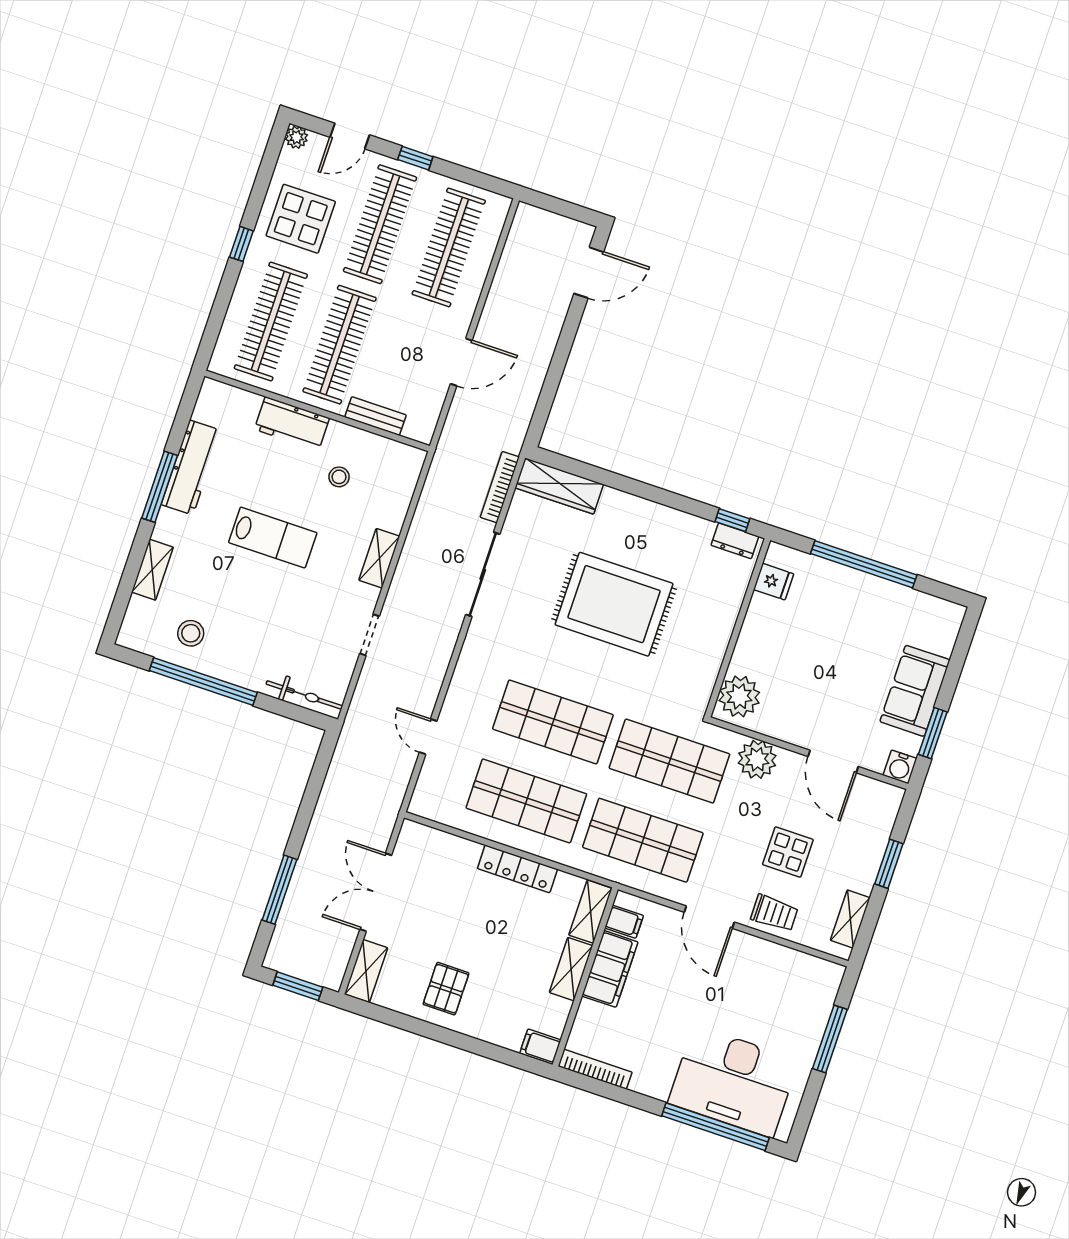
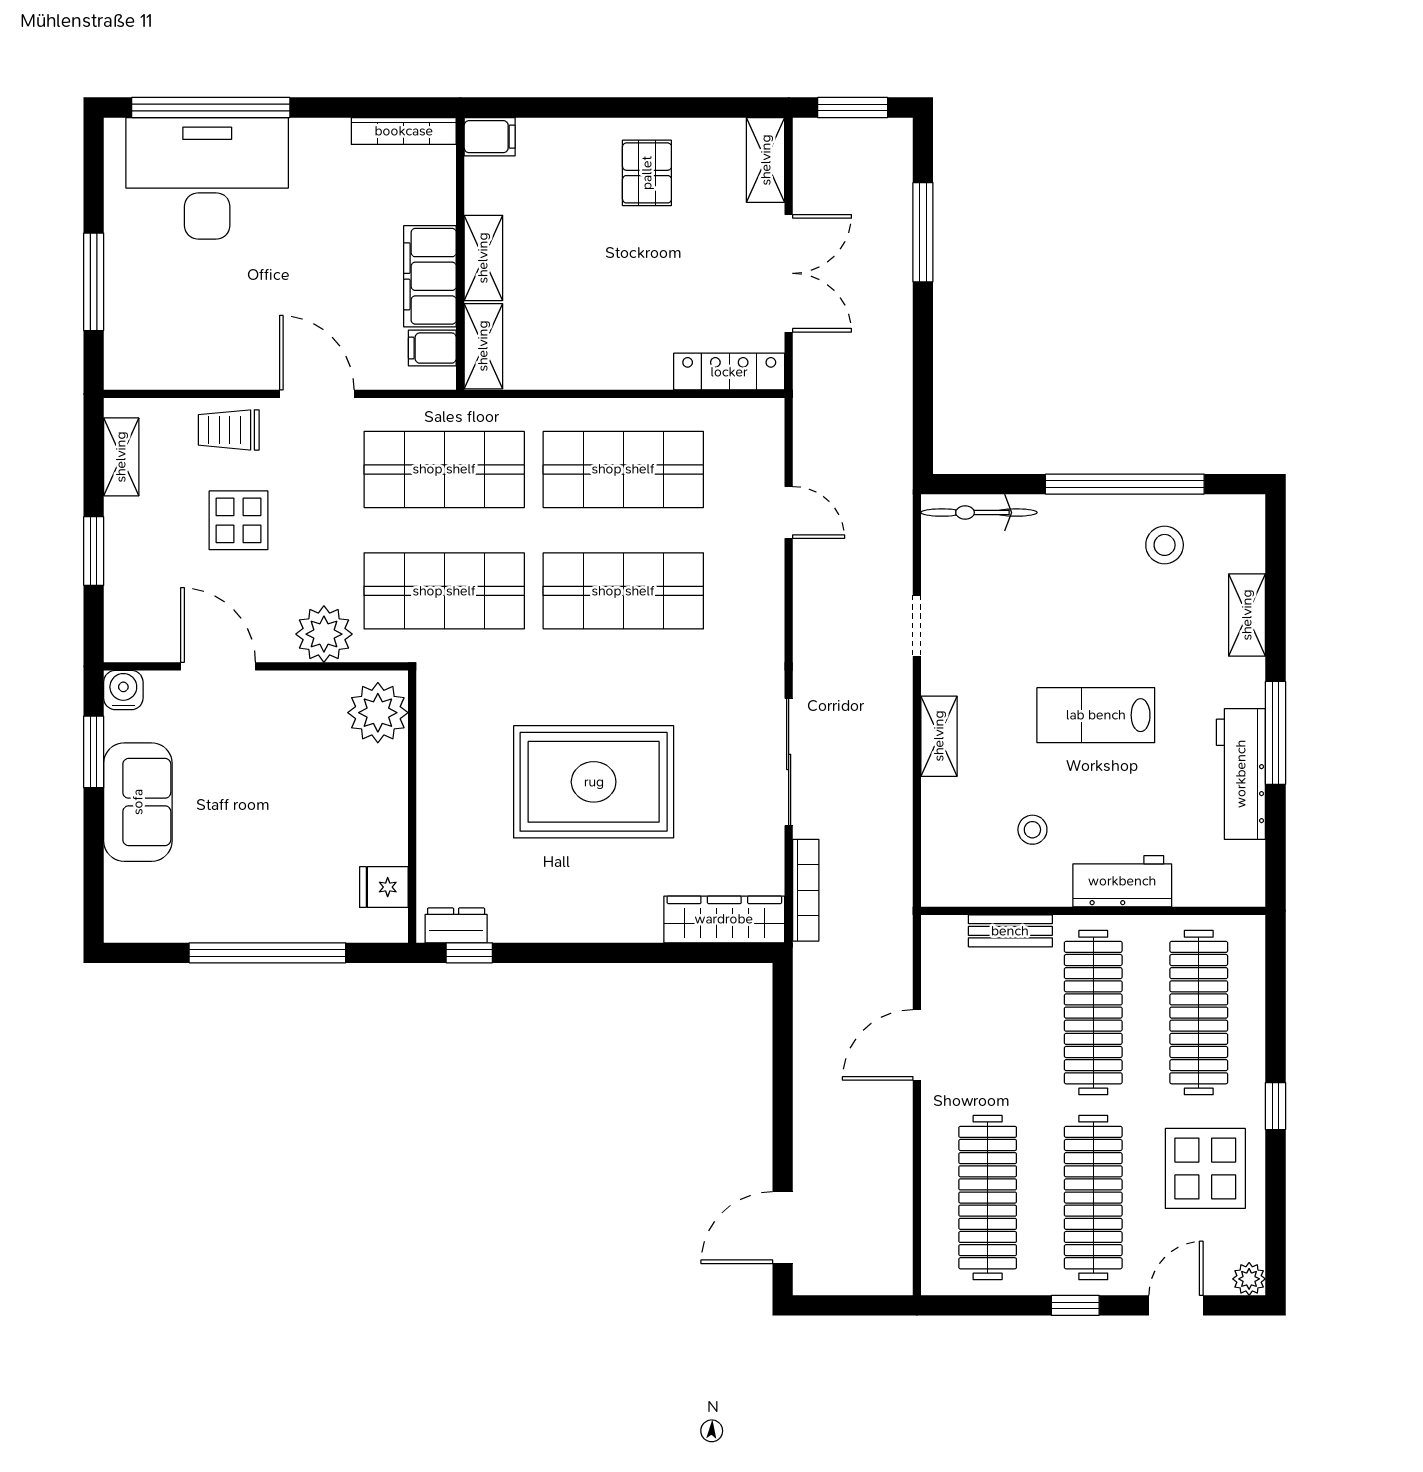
locker: (517, 869) -> (729, 372), moved

